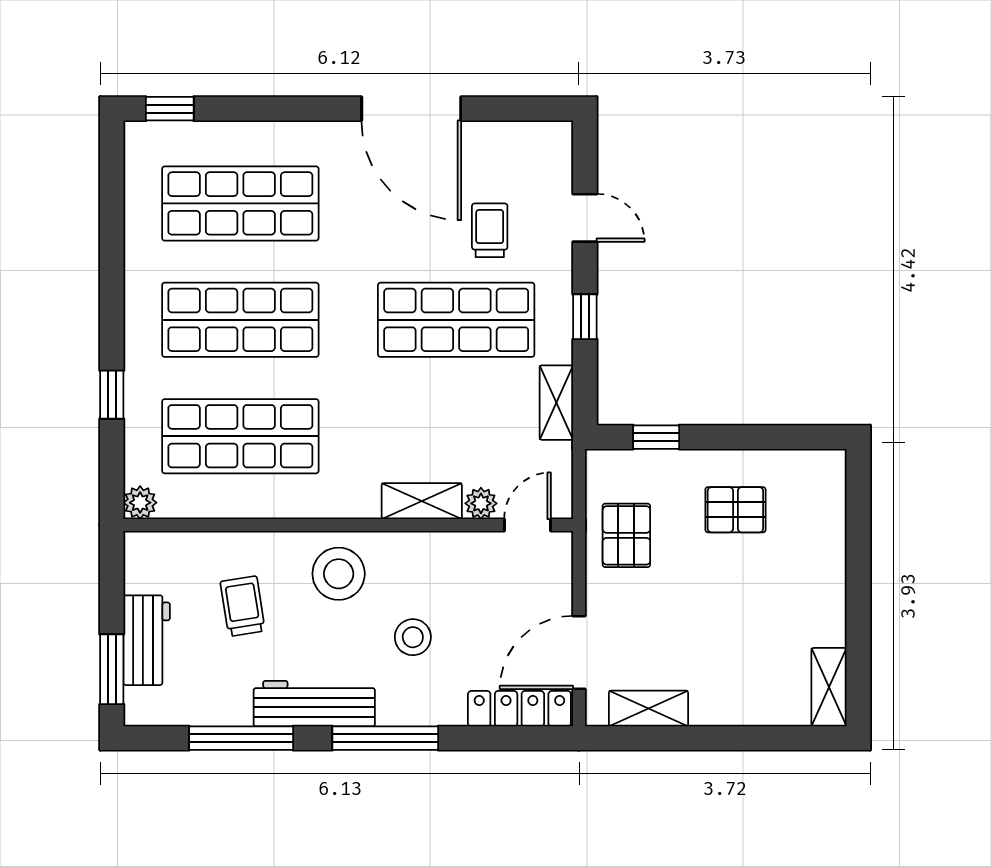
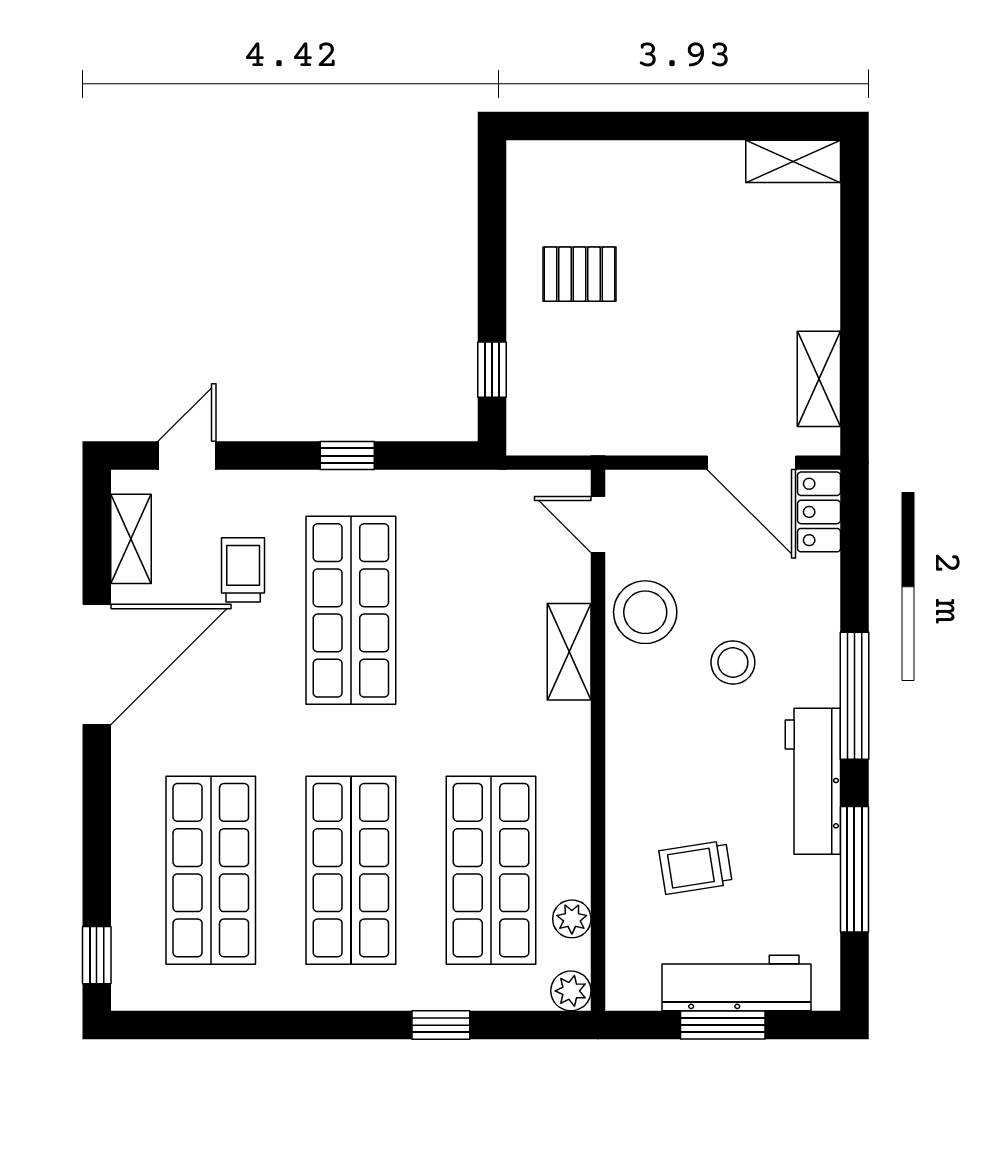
door: (585, 218) -> (187, 456), moved
trolley: (490, 230) -> (243, 570), turned 90
shelving: (556, 403) -> (131, 539), moved, turned 90
plant: (481, 503) -> (572, 919), moved
pallet: (735, 510) -> (579, 274), turned 90
pallet: (626, 535) -> (610, 405), removed
stool: (339, 574) -> (645, 612), moved
workbench: (147, 640) -> (737, 983), width x1.38
window: (112, 669) -> (723, 1025), moved
locker: (519, 709) -> (819, 512), width x0.66

